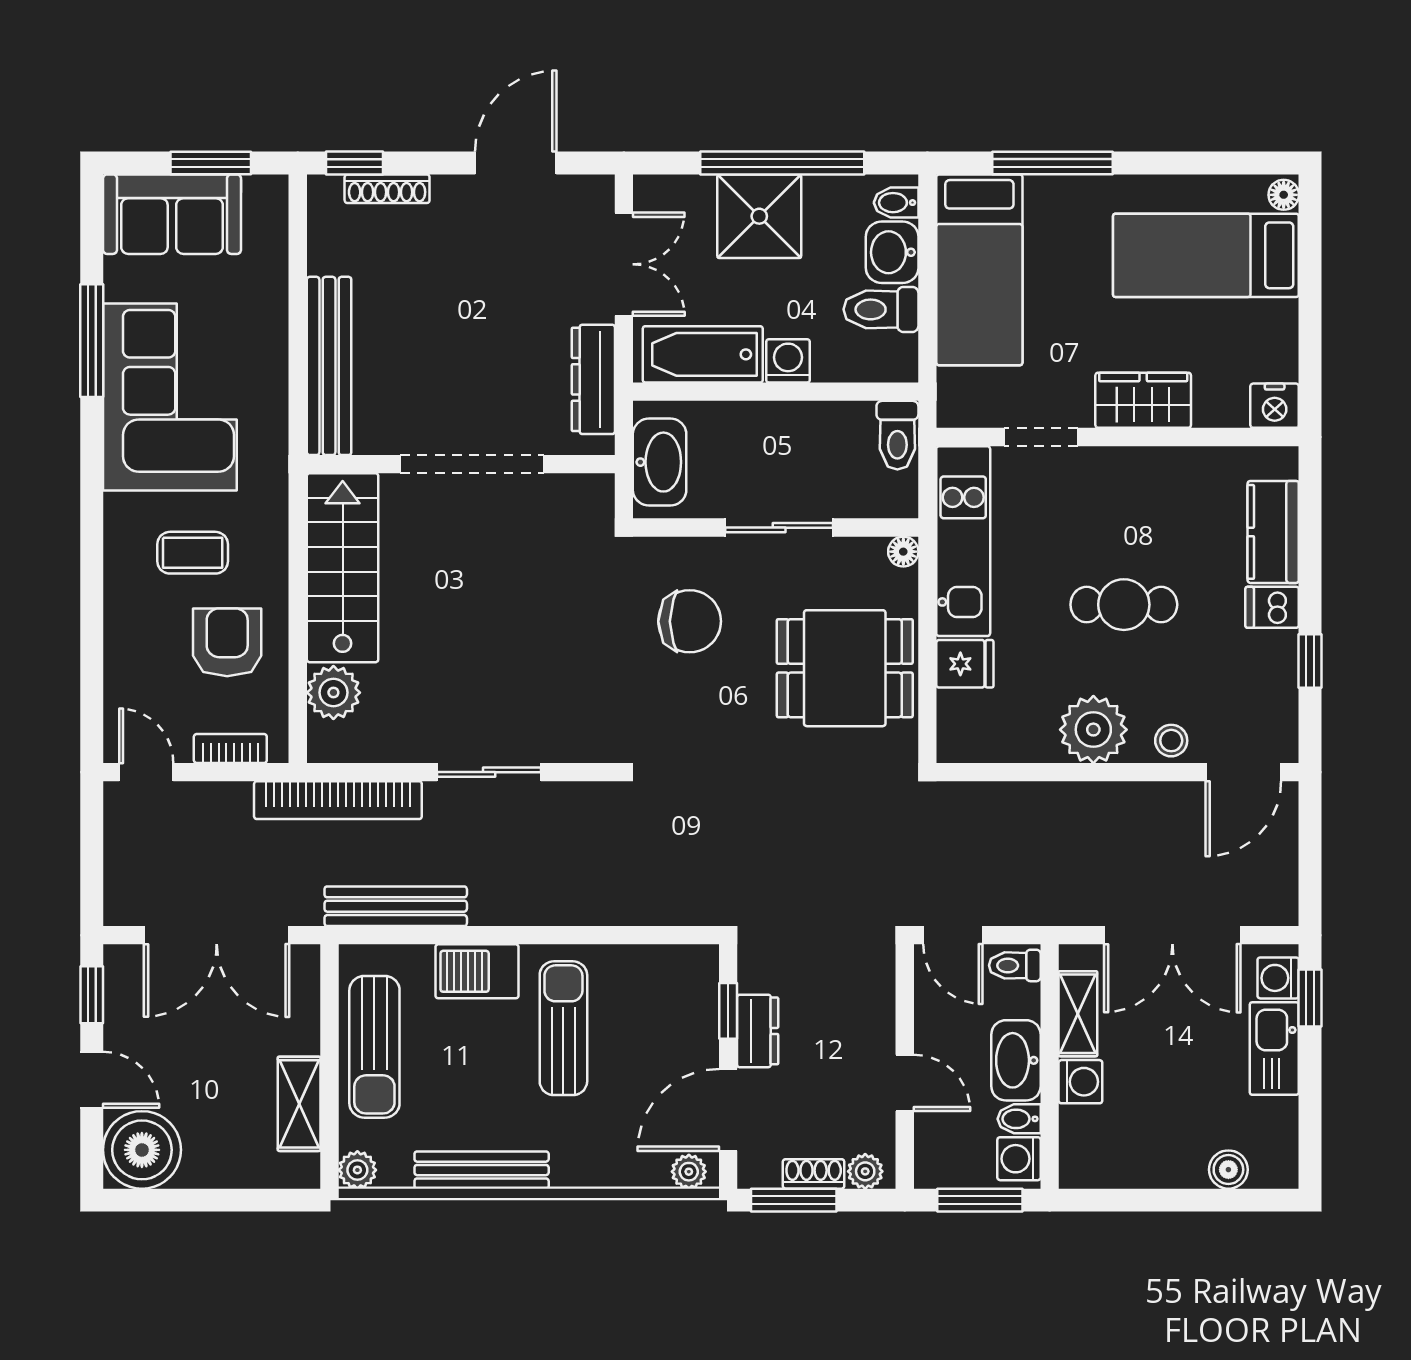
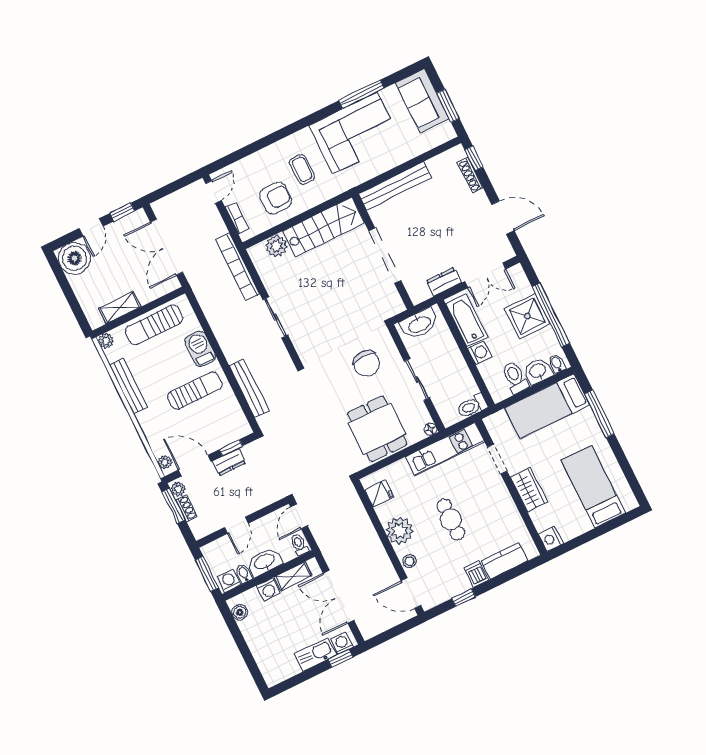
floor lamp: (1284, 195) -> (629, 504), removed
dresser: (593, 379) -> (444, 282), width x0.70
fridge: (965, 664) -> (379, 494), moved, turned -90
bench: (396, 906) -> (249, 388), moved
boiler: (1228, 1170) -> (240, 612), moved
plant: (865, 1171) -> (178, 489), moved

